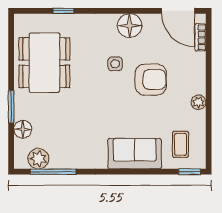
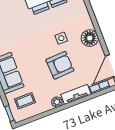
tv unit: (198, 73) -> (76, 94), added
armchair: (151, 80) -> (60, 65), turned -93

